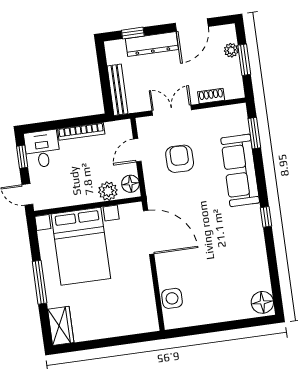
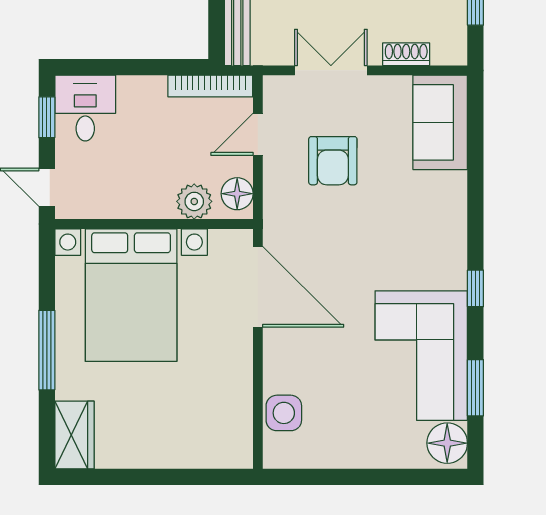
bookcase: (81, 131) -> (210, 86), moved
window: (254, 133) -> (475, 388), moved
armchair: (180, 159) -> (333, 161), turned 180
sofa: (240, 170) -> (440, 122), moved, width x0.73
corner sofa: (242, 257) -> (421, 356), added

